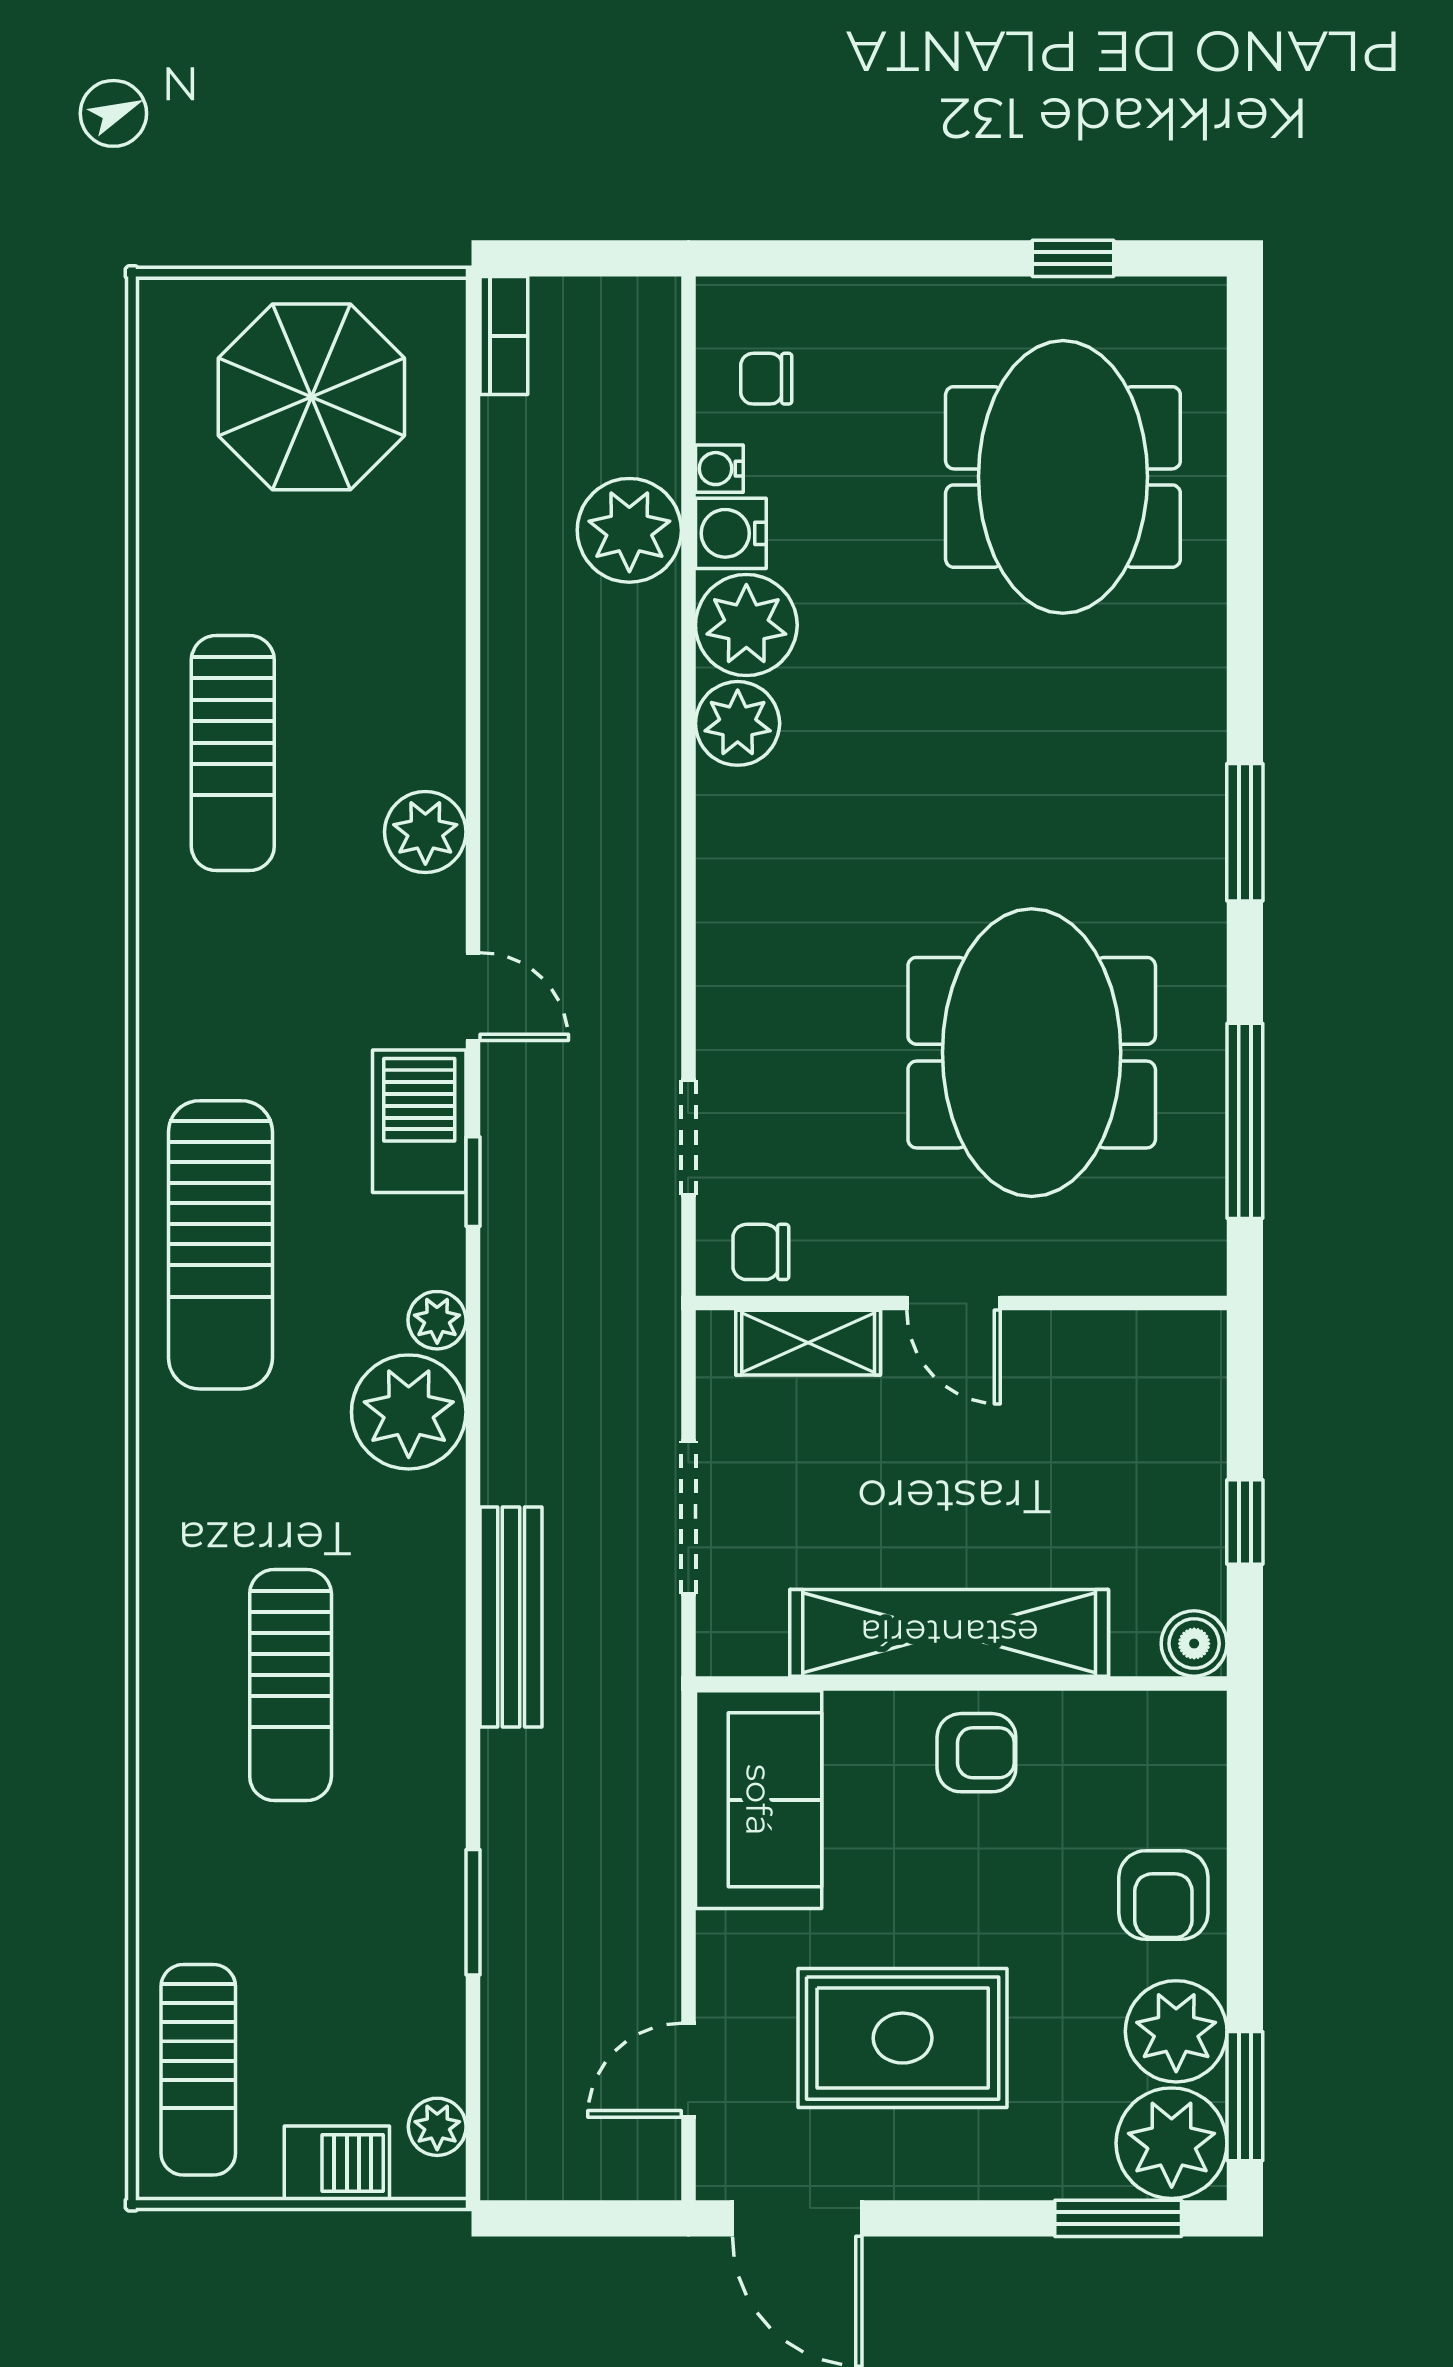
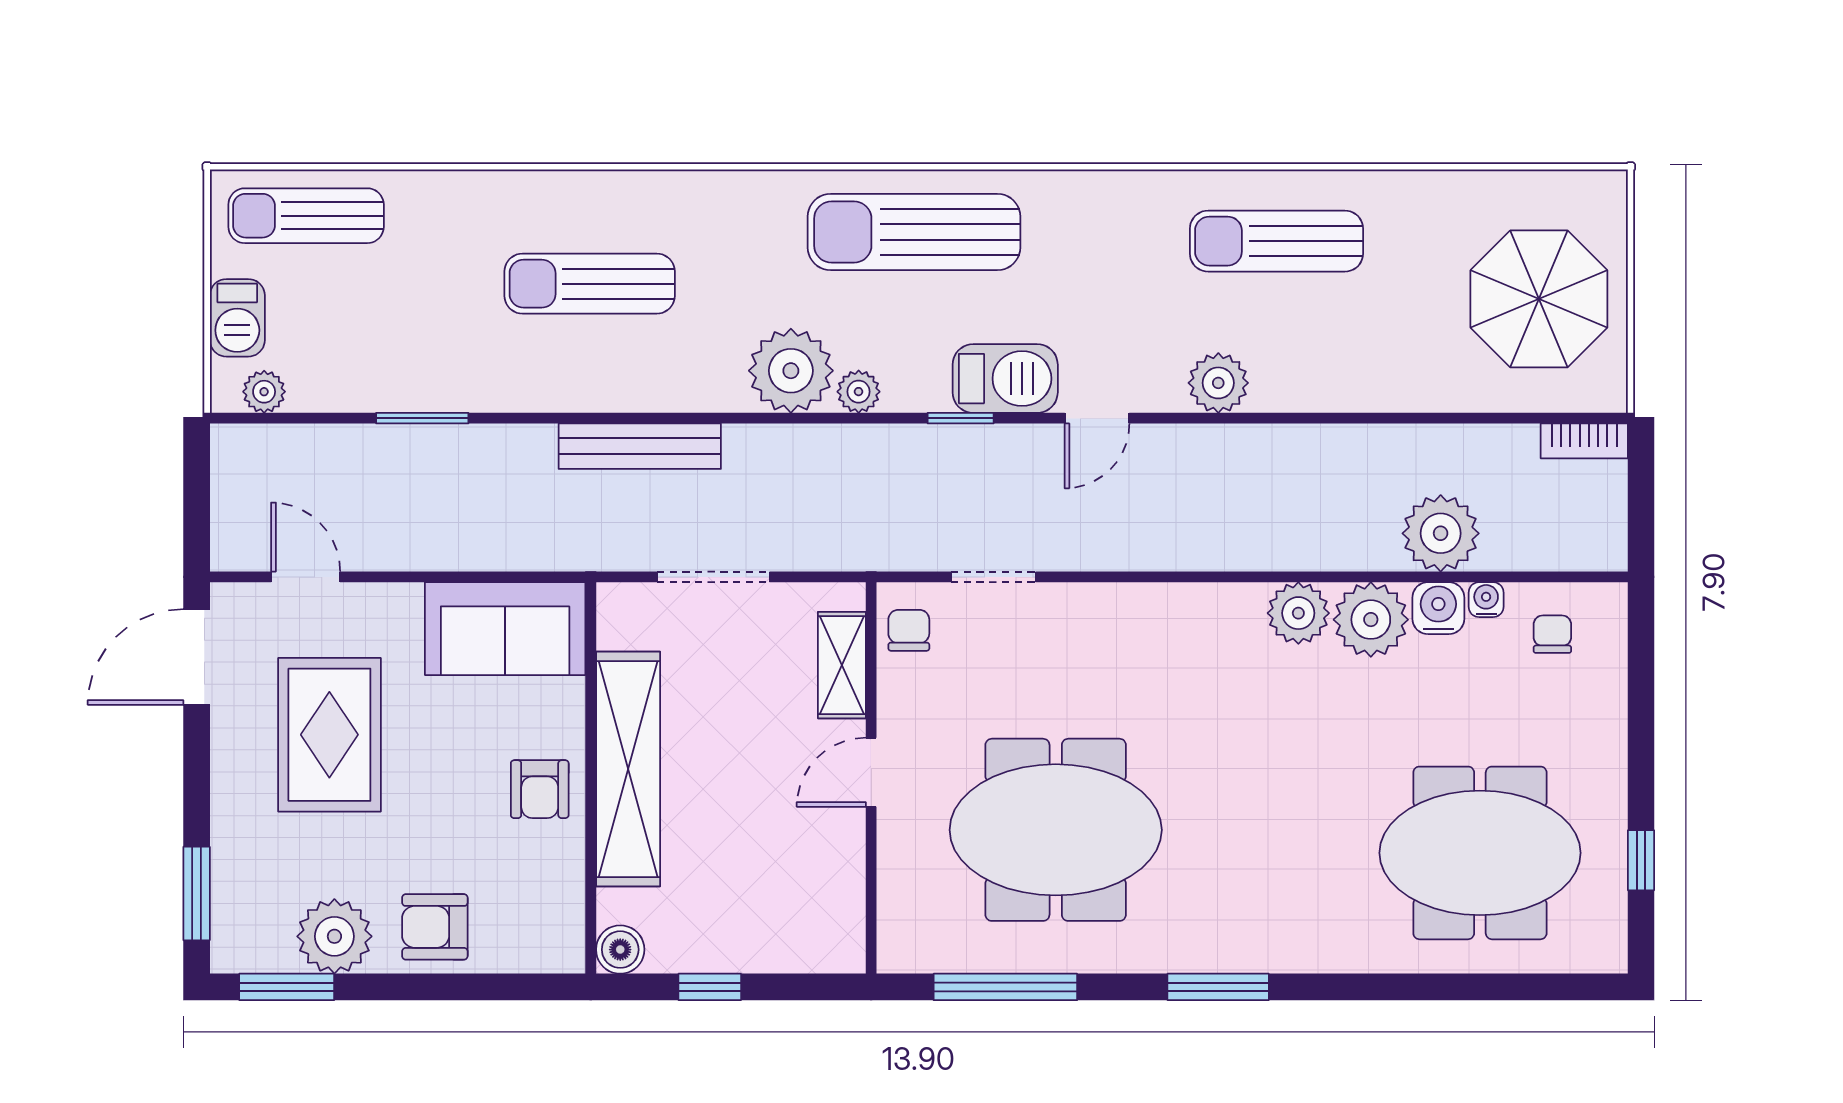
plant: (1172, 2143) -> (252, 933), removed

